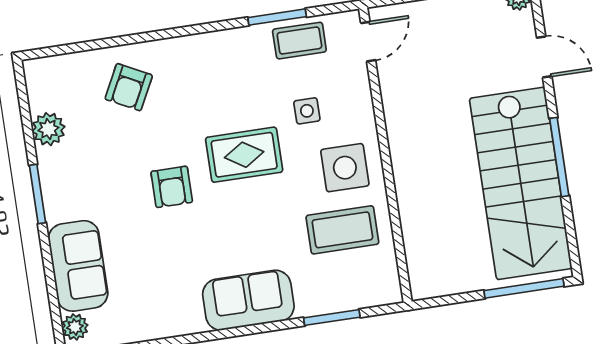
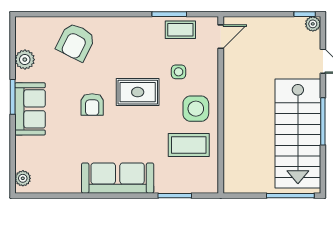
armchair: (129, 87) -> (76, 42), width x1.38, depth x1.38
sofa: (78, 266) -> (30, 109), moved
sofa: (248, 300) -> (118, 178), width x1.36

